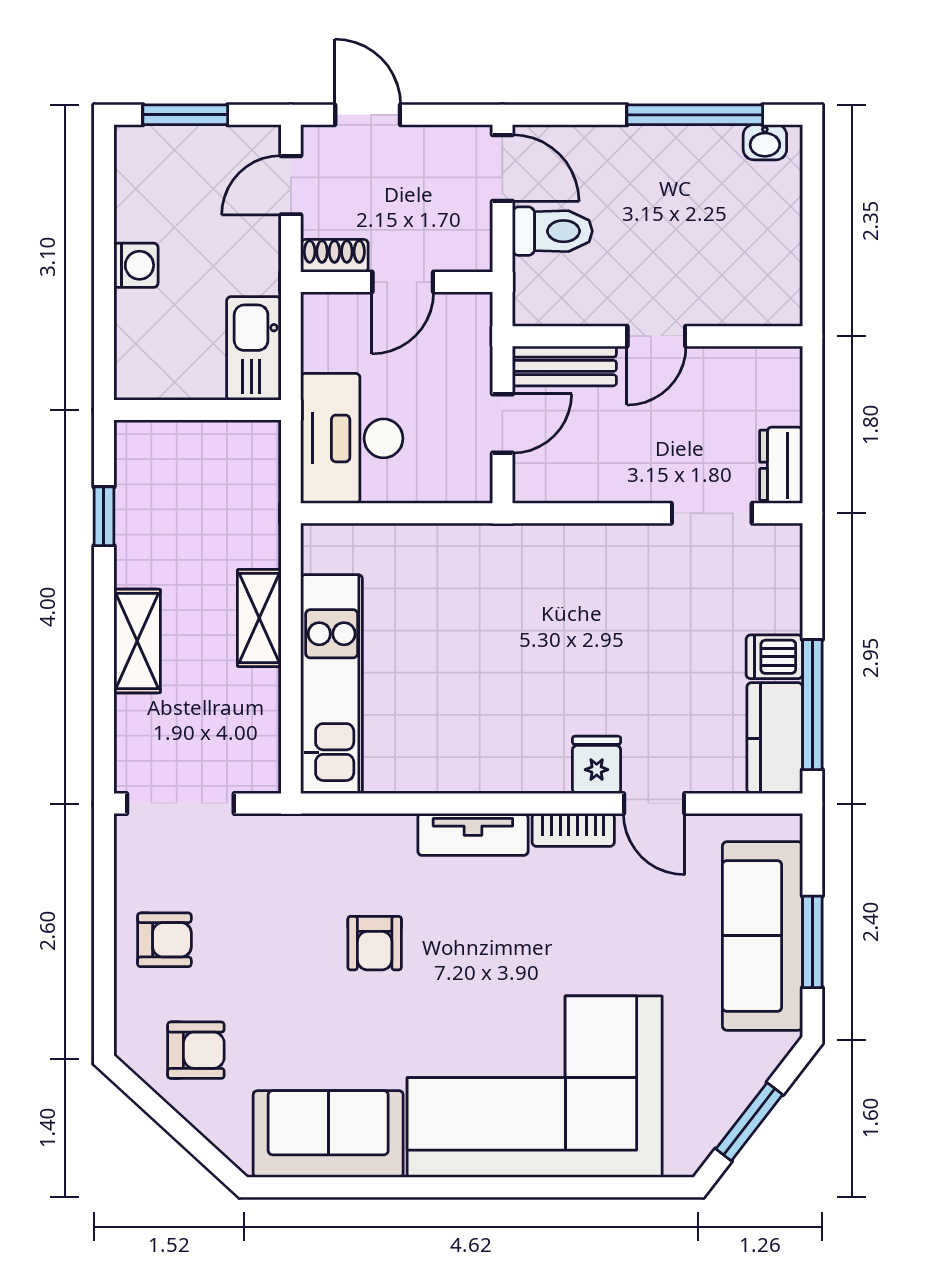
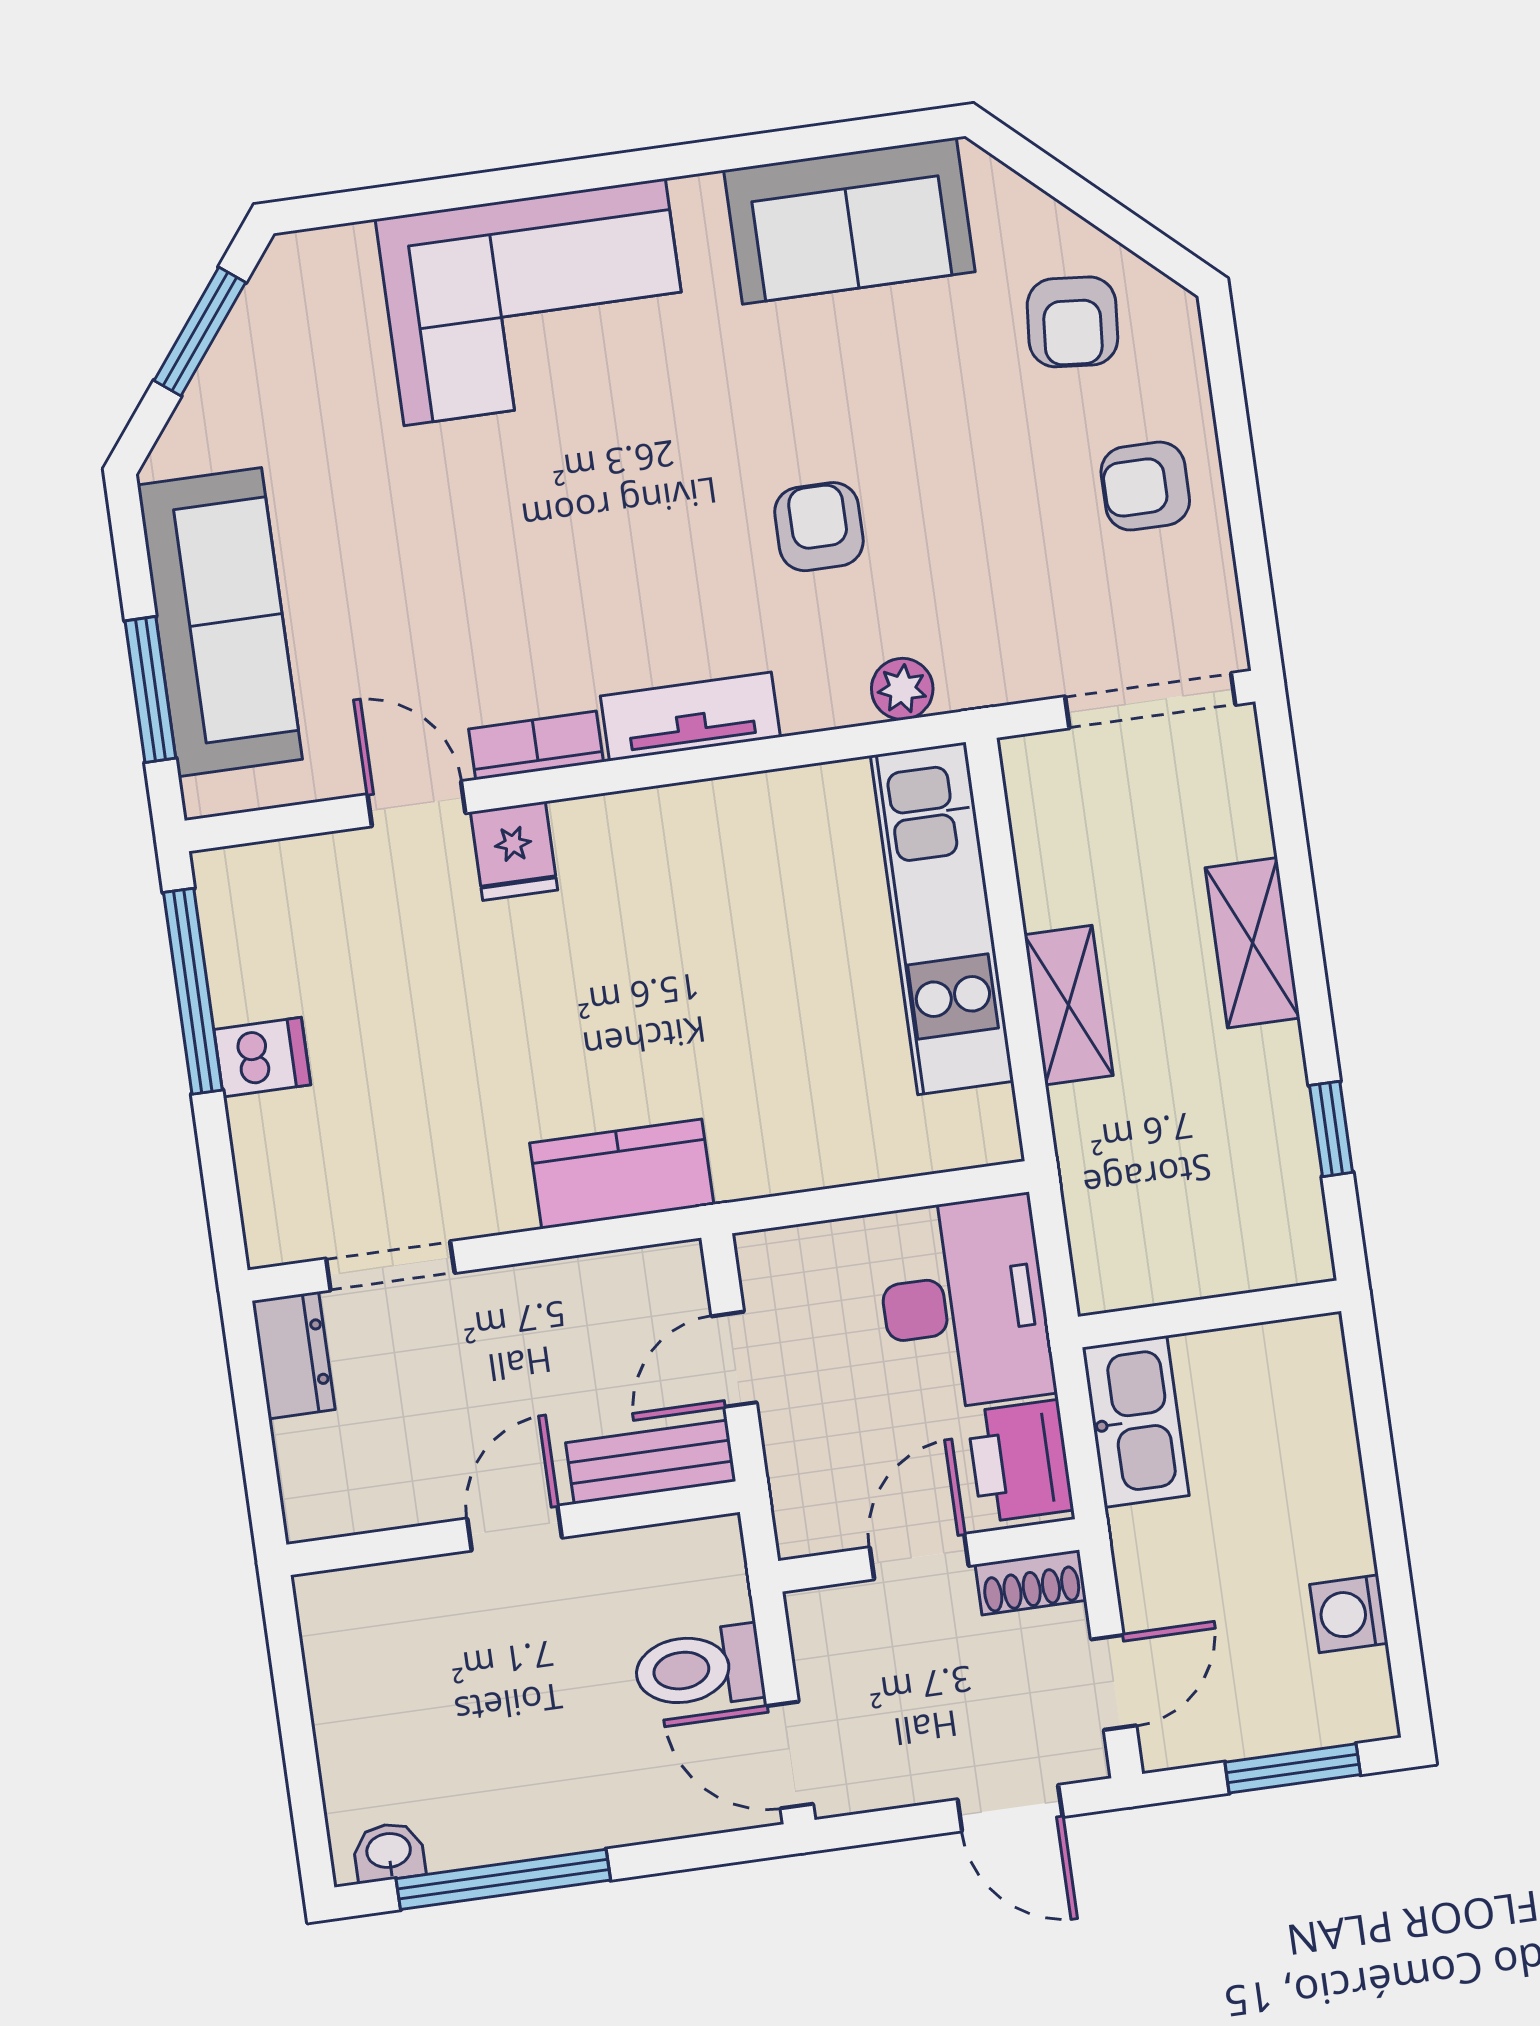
washing machine: (136, 265) -> (1349, 1614), moved
printer: (330, 334) -> (1020, 1461), added
kitchen counter: (775, 738) -> (622, 1174), moved, turned -90
plant: (336, 833) -> (902, 689), added
window: (812, 942) -> (150, 690), moved
armchair: (196, 1050) -> (1072, 322), turned -85
corner sofa: (535, 1087) -> (535, 302), width x0.73, depth x0.74

